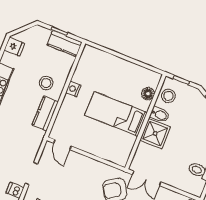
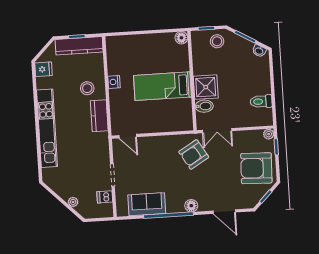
kitchen counter: (65, 44) -> (79, 46), width x1.50
floor lamp: (148, 94) -> (181, 38), moved
stool: (168, 96) -> (217, 41), moved
bidet: (160, 115) -> (204, 106), moved

